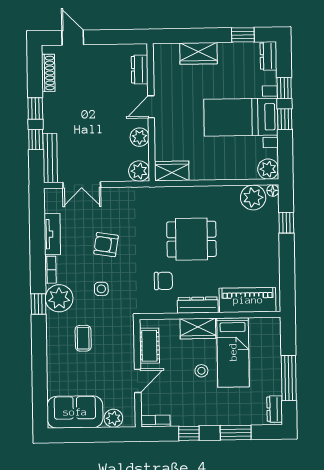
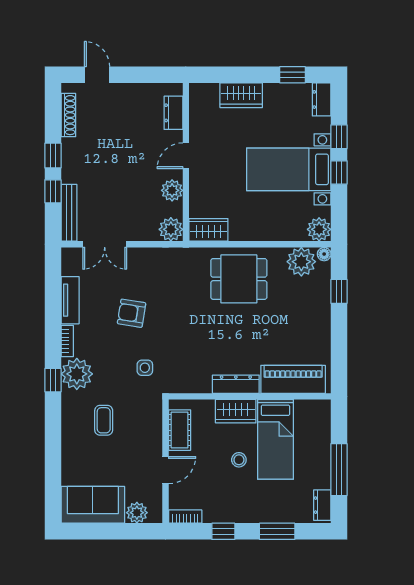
dining table: (191, 239) -> (239, 279), moved
chair: (163, 281) -> (197, 356), removed
side table: (101, 289) -> (145, 368), moved

